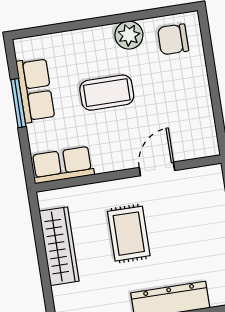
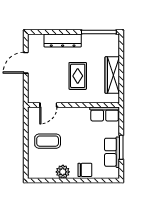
chair: (173, 39) -> (85, 170), moved
coffee table: (107, 93) -> (48, 141), moved
door: (157, 169) -> (48, 105), moved

